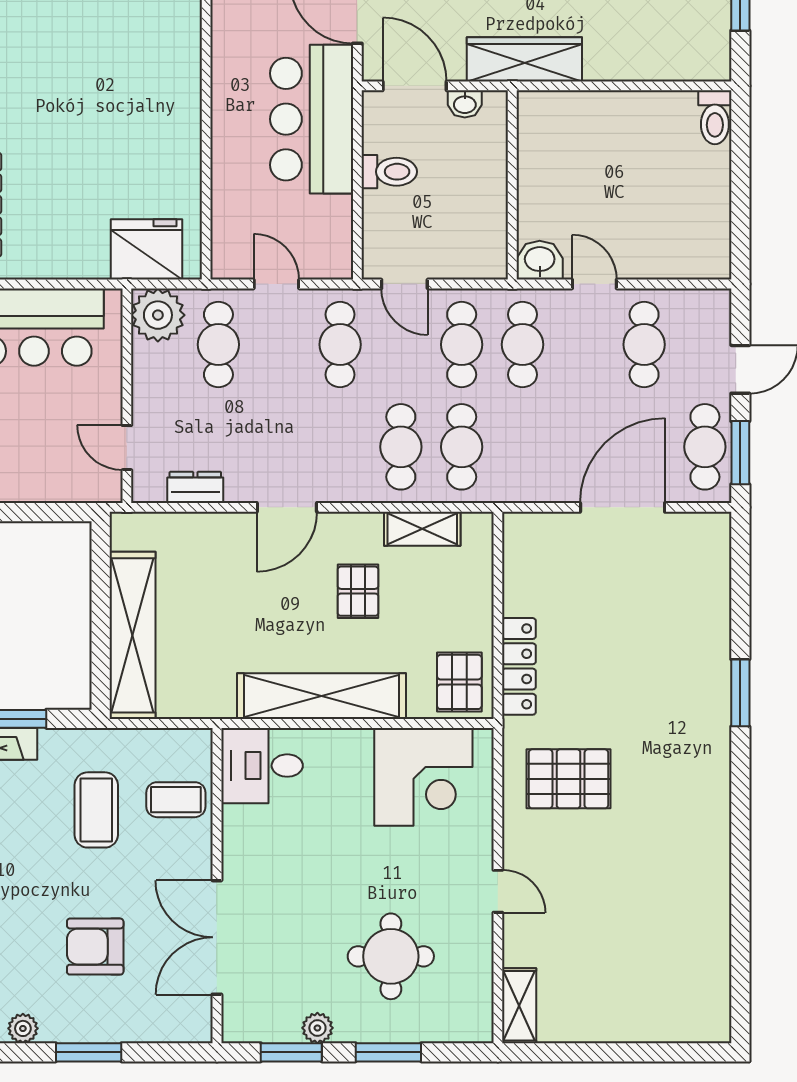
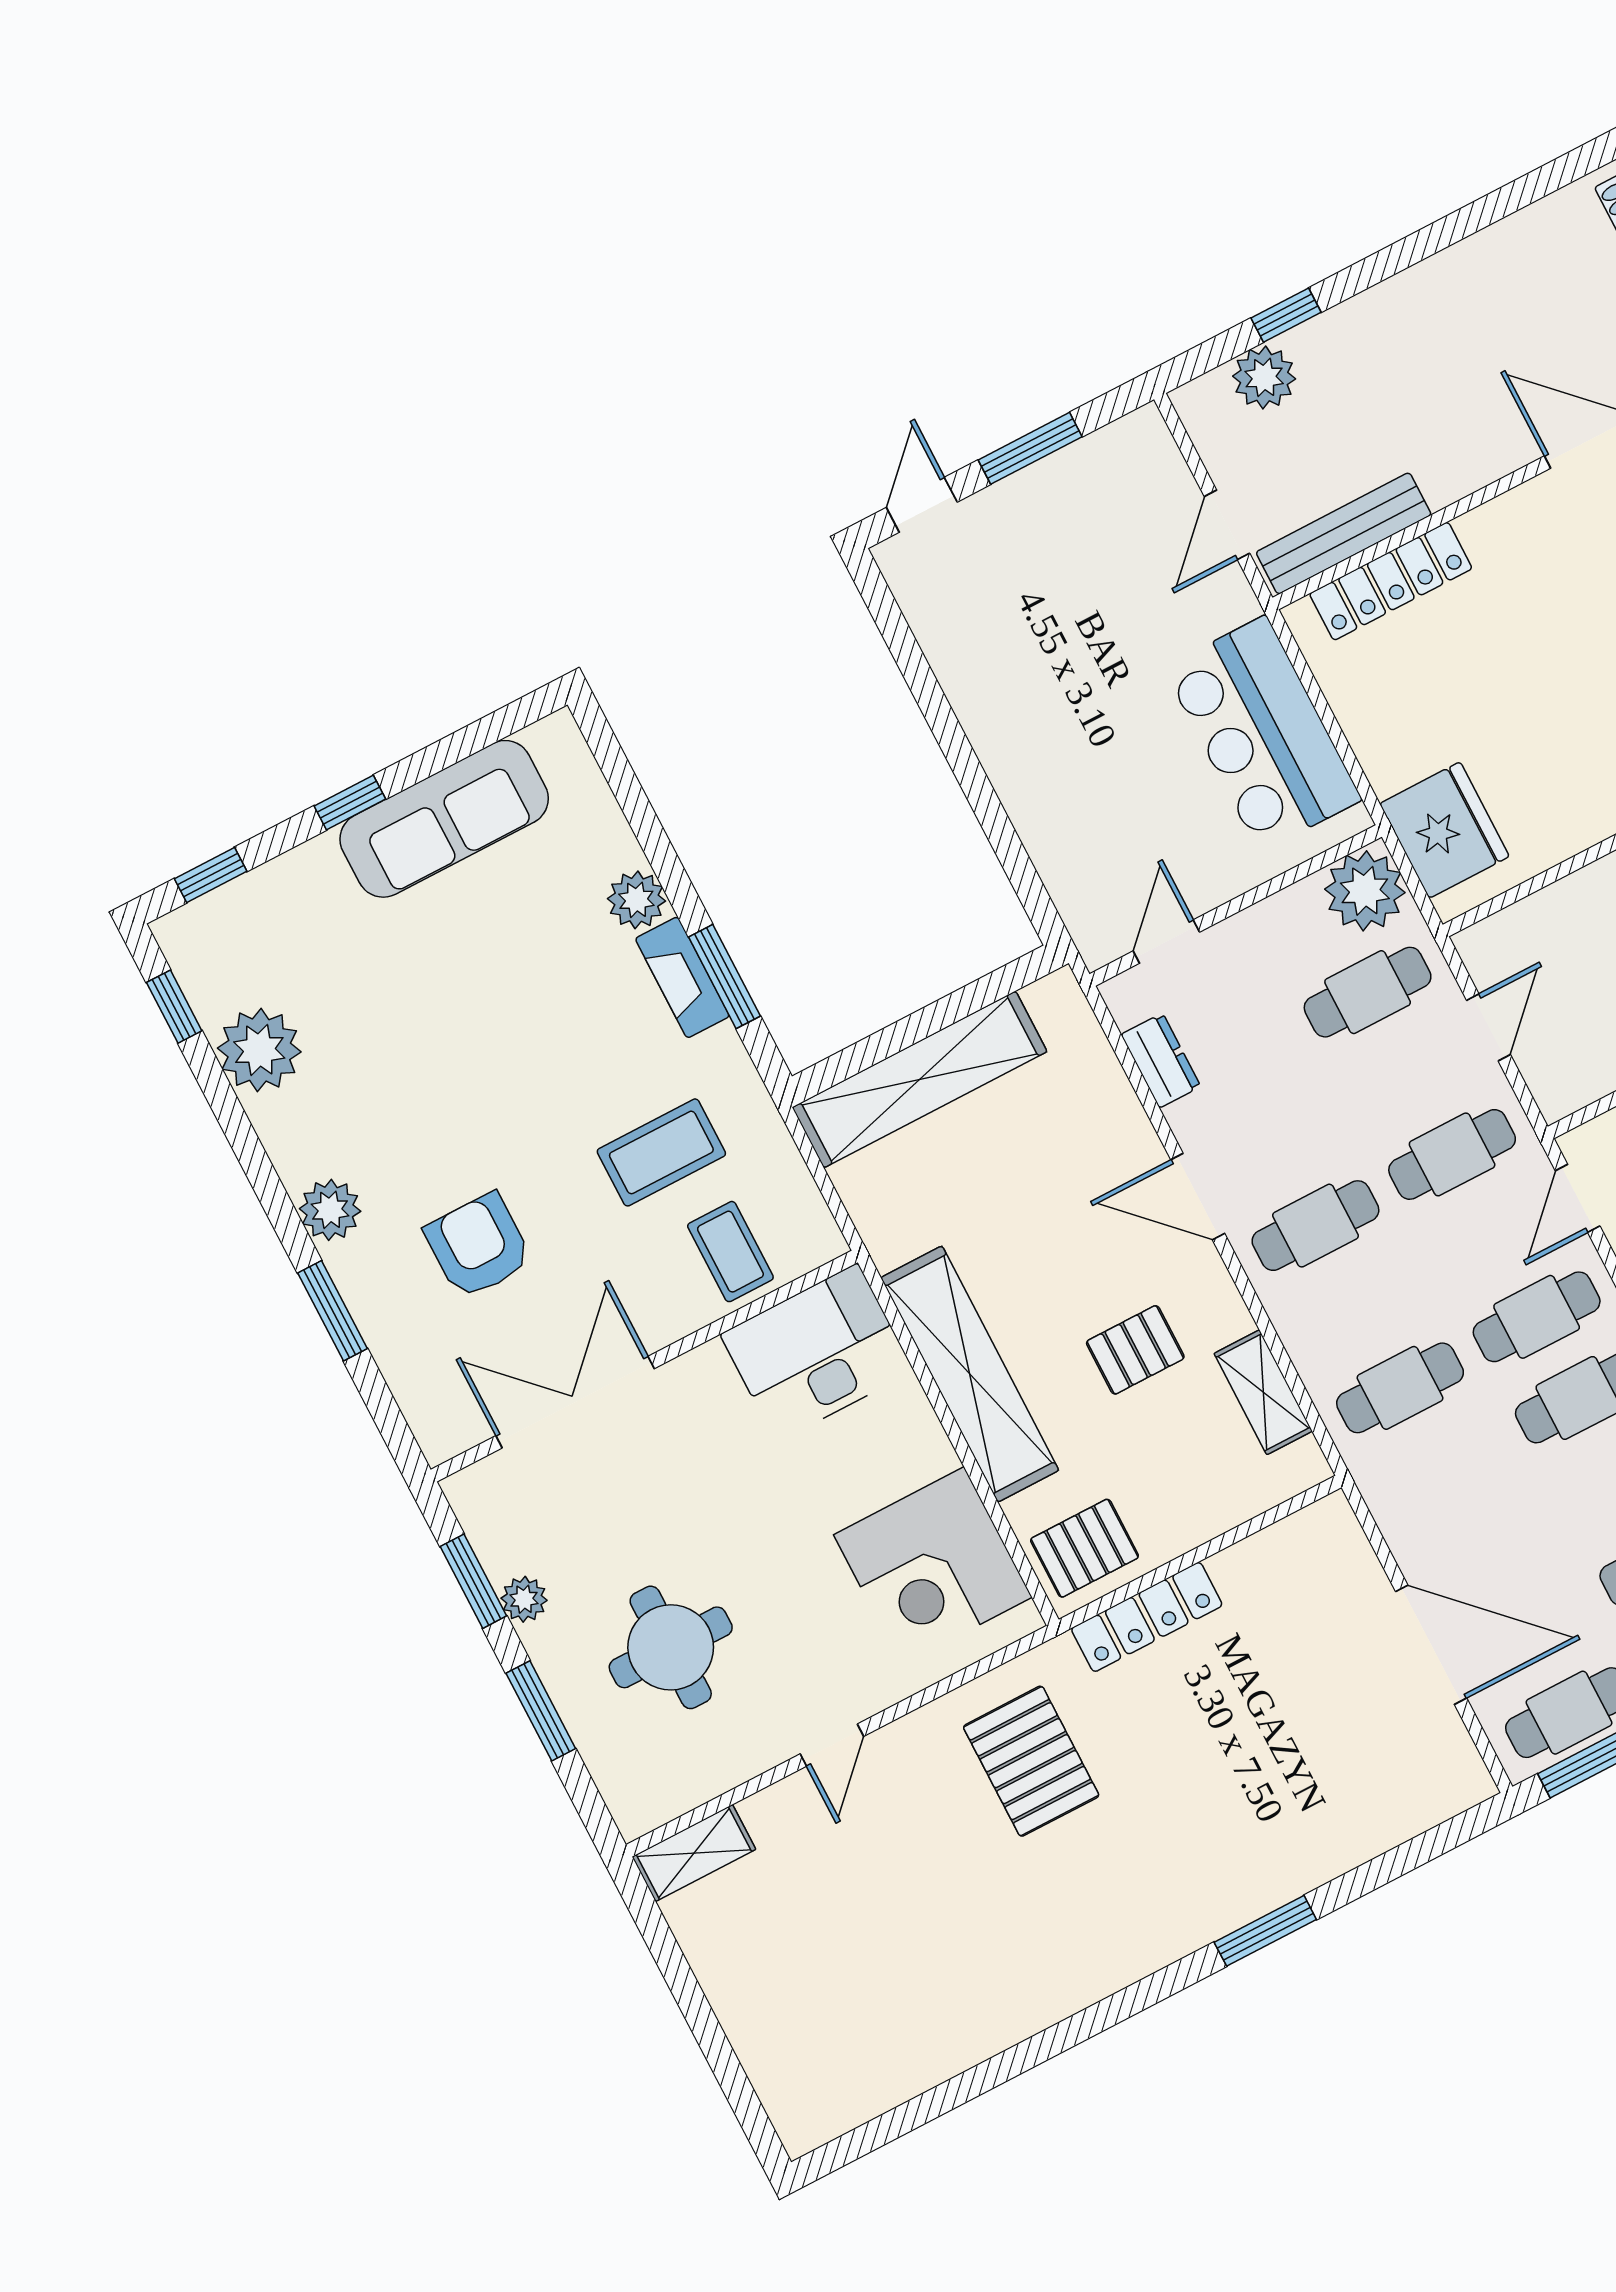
cafe table: (401, 447) -> (1315, 1226), moved
desk: (262, 766) -> (817, 1353), width x1.37
plant: (23, 1028) -> (330, 1210), width x1.38, depth x1.38

